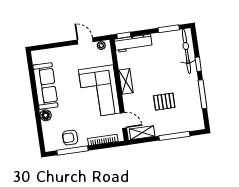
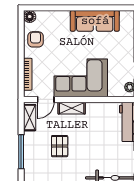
shelving: (126, 81) -> (72, 108), moved
floor lamp: (46, 115) -> (30, 17), moved
window: (72, 151) -> (21, 40), removed

